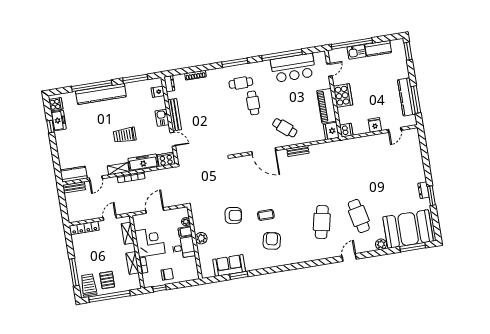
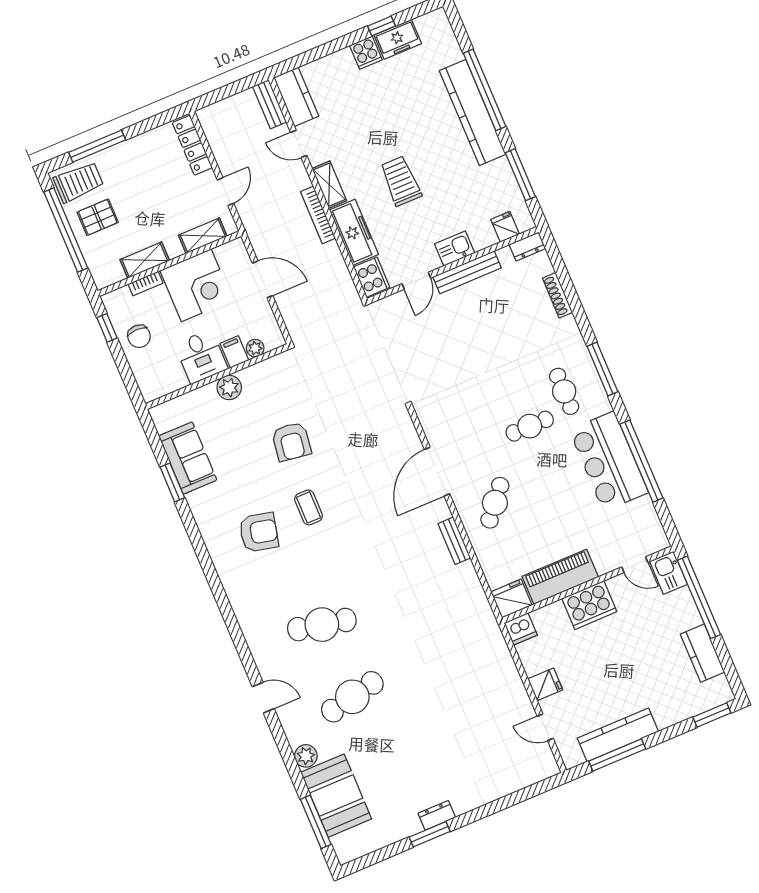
kitchen sink: (356, 52) -> (669, 573), moved
bar counter: (293, 68) -> (609, 461), moved
cooker: (56, 104) -> (366, 53), moved
door: (110, 218) -> (225, 192), hinge flipped
booth: (408, 229) -> (336, 796), width x0.73, depth x0.70

